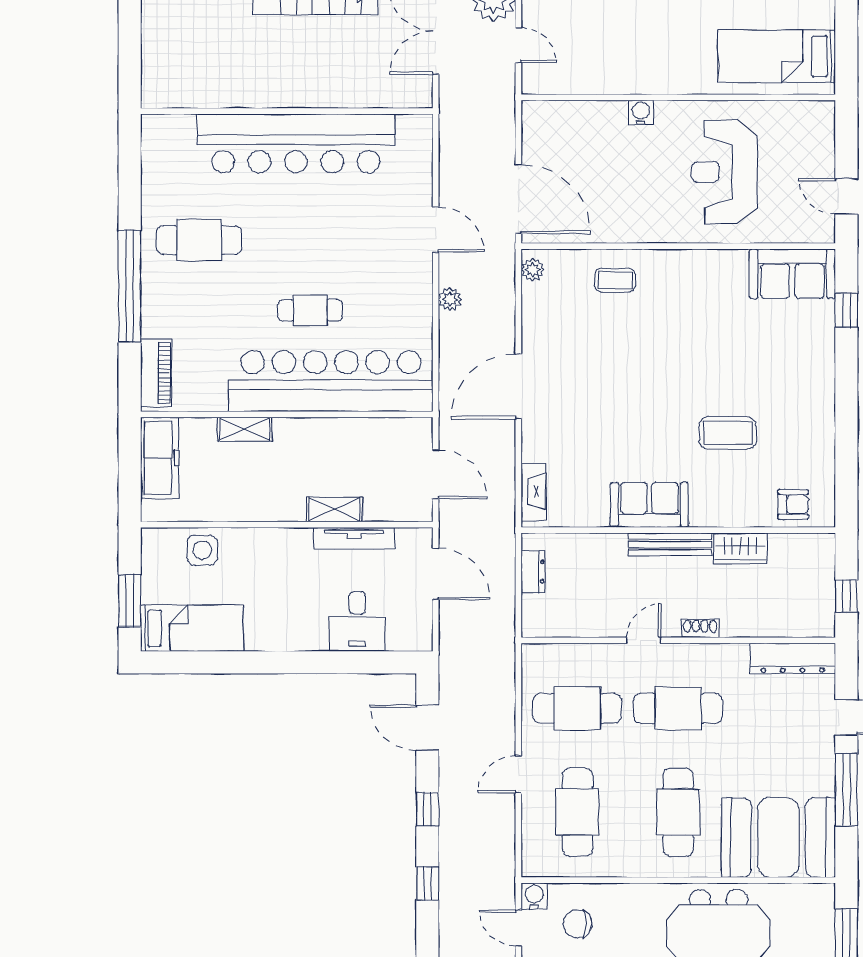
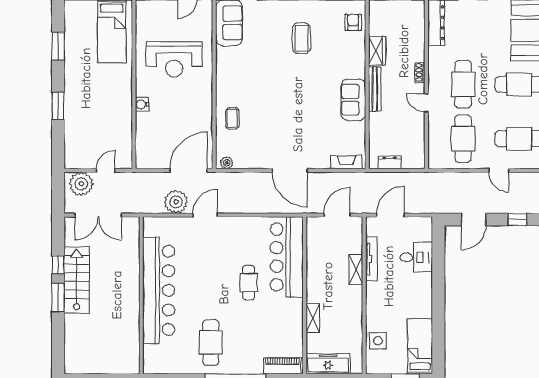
plant: (450, 299) -> (176, 202), moved, width x1.88, depth x1.88
bar counter: (331, 381) -> (287, 257), width x0.73
coffee table: (728, 433) -> (301, 38), moved

